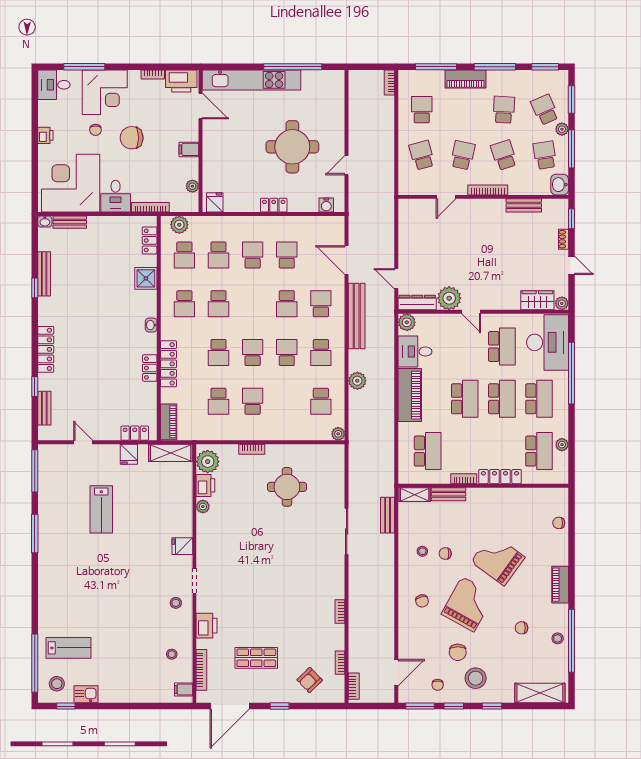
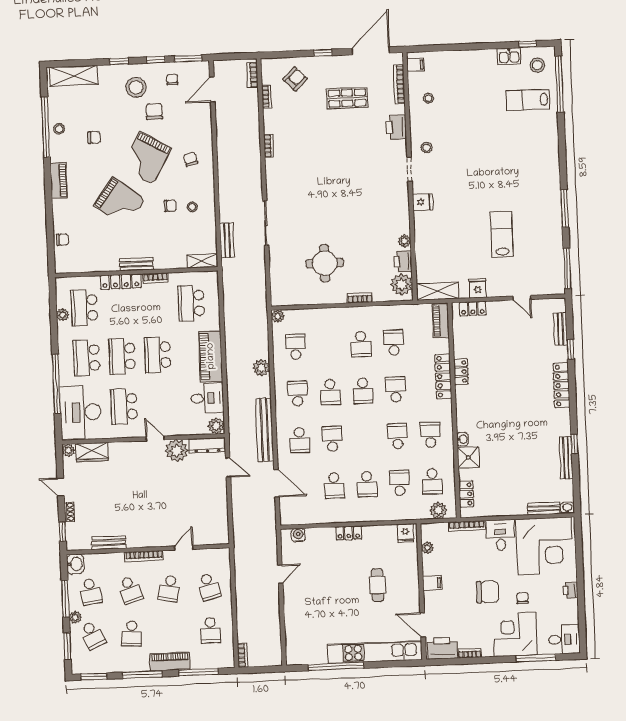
round table: (292, 147) -> (333, 590), removed
cafe table: (246, 150) -> (378, 585), added
school desk: (184, 255) -> (432, 481), turned 180
washbasin: (151, 325) -> (462, 439), moved
bench: (448, 494) -> (137, 264), moved

